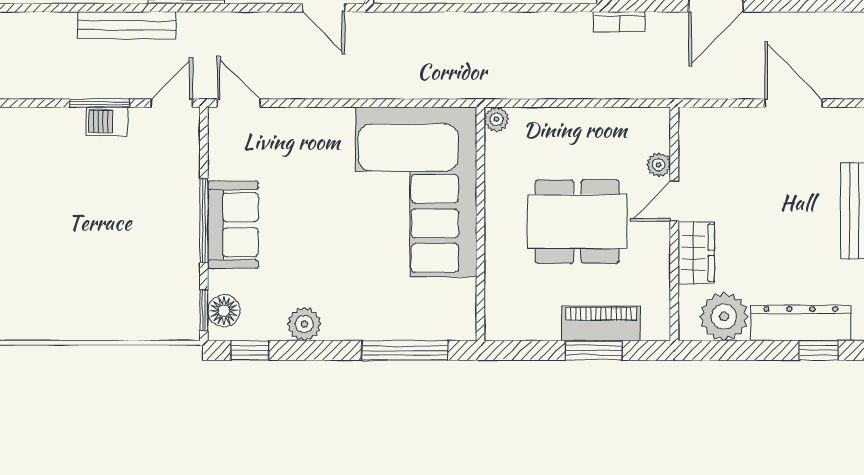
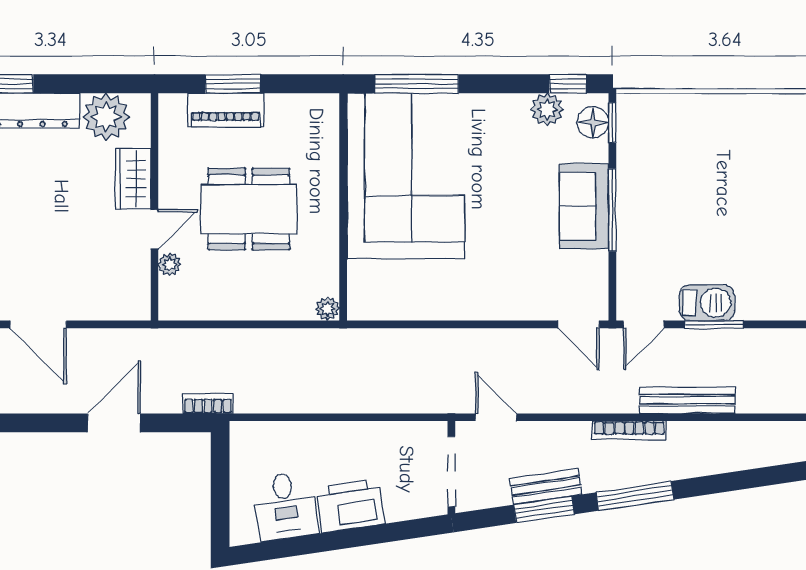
barbecue: (107, 121) -> (707, 303), width x1.38, depth x1.27
corner sofa: (416, 192) -> (406, 176), moved
plant: (304, 324) -> (547, 109), moved

